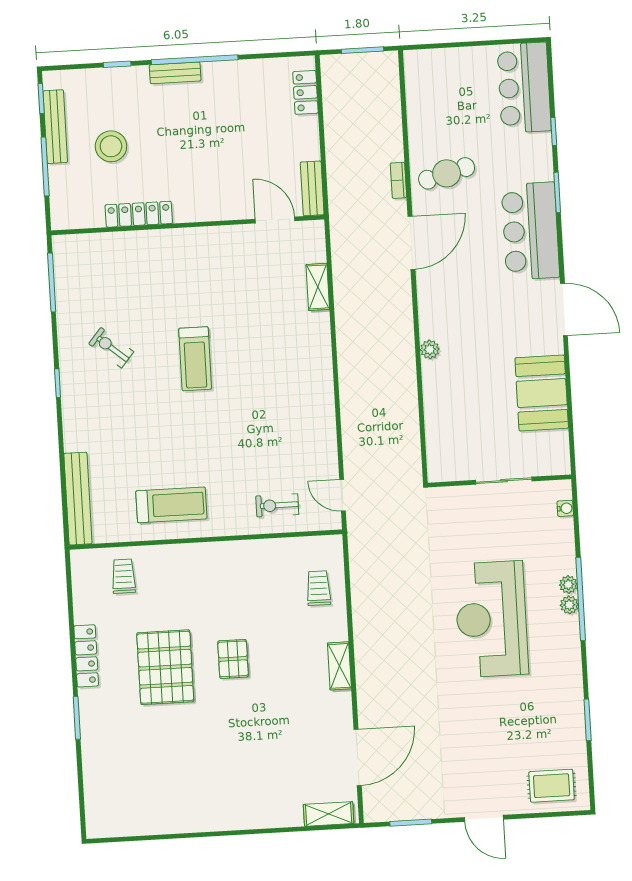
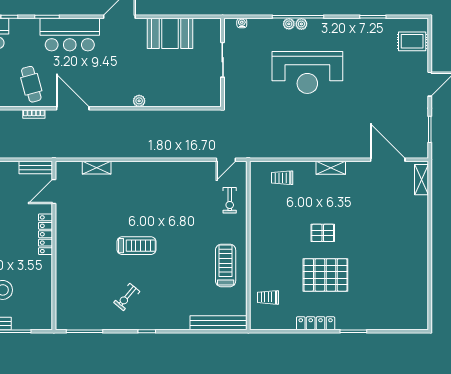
locker: (139, 214) -> (45, 234), moved
rug: (552, 786) -> (412, 41), turned 90

